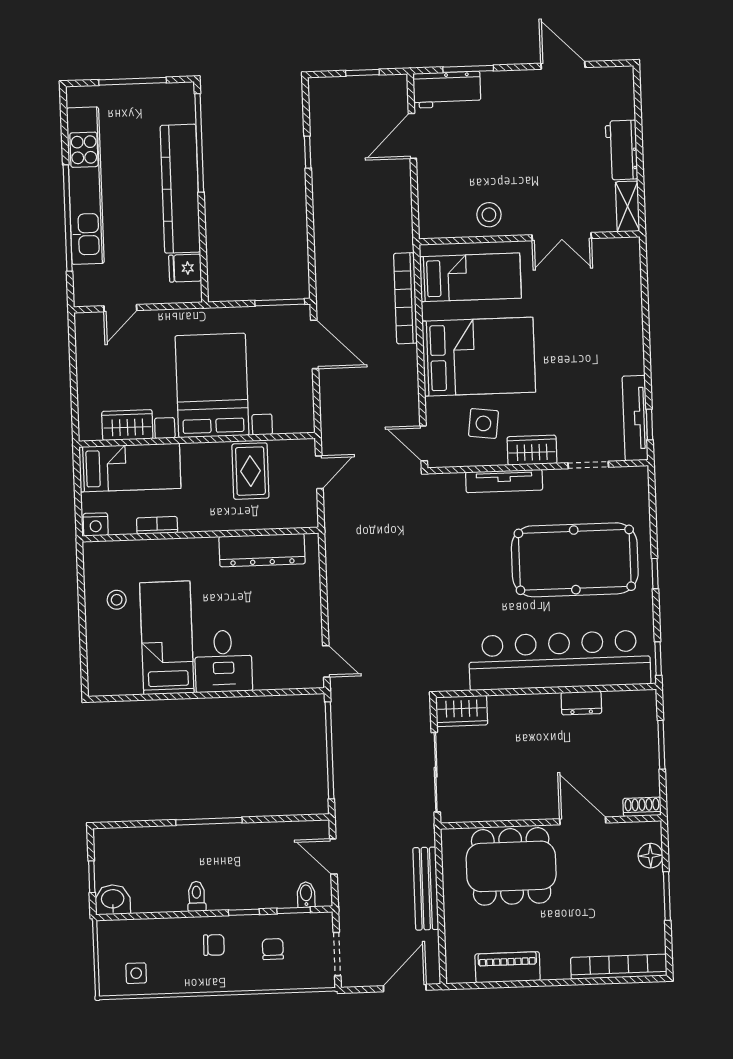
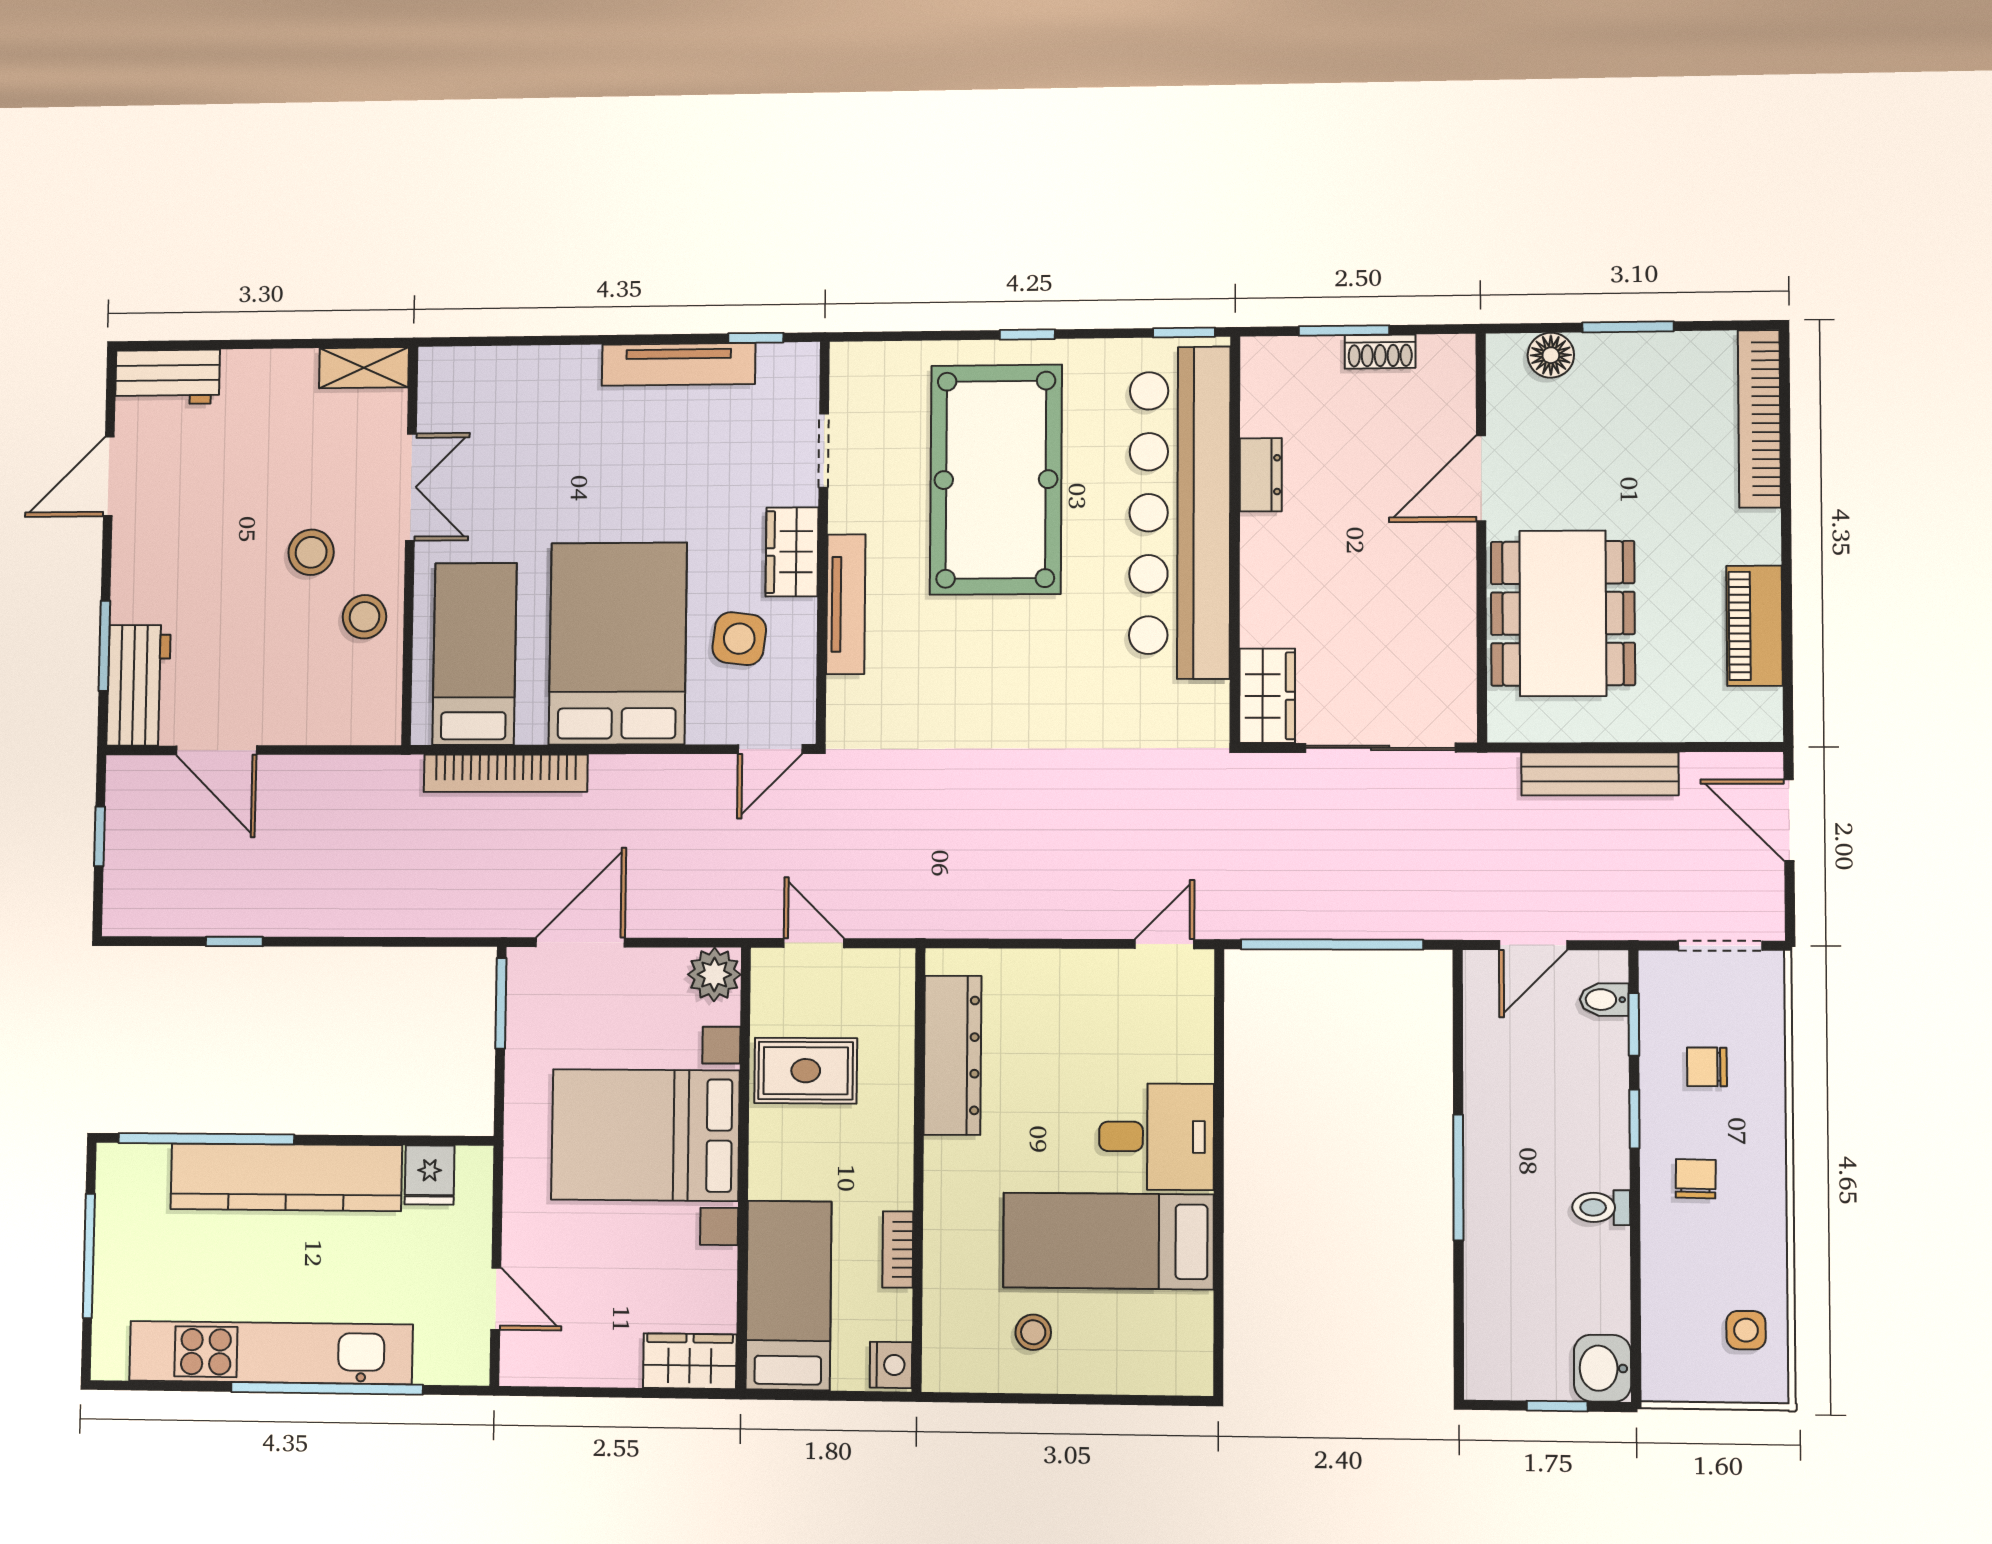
workbench: (622, 150) -> (167, 377), moved
stool: (524, 183) -> (311, 552), added
tv unit: (635, 418) -> (679, 364), moved
plant: (300, 419) -> (714, 974), added
wardrobe: (127, 425) -> (690, 1361), moved, turned 90
shoe rack: (642, 807) -> (1380, 352), moved, turned -90

